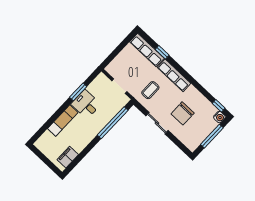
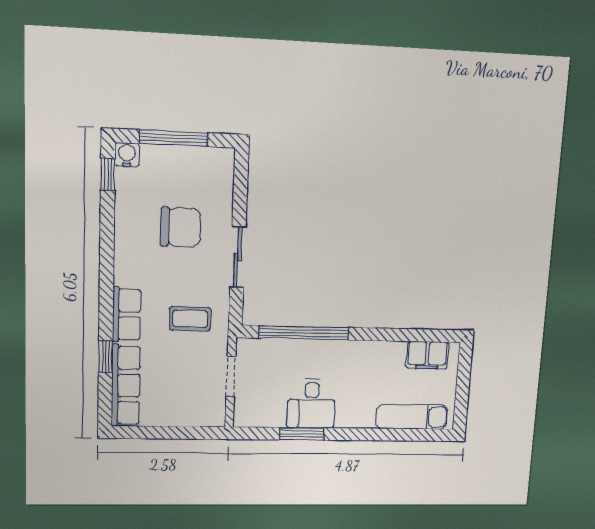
row of seats: (174, 75) -> (126, 314), width x0.68
exam couch: (63, 121) -> (412, 417), moved

